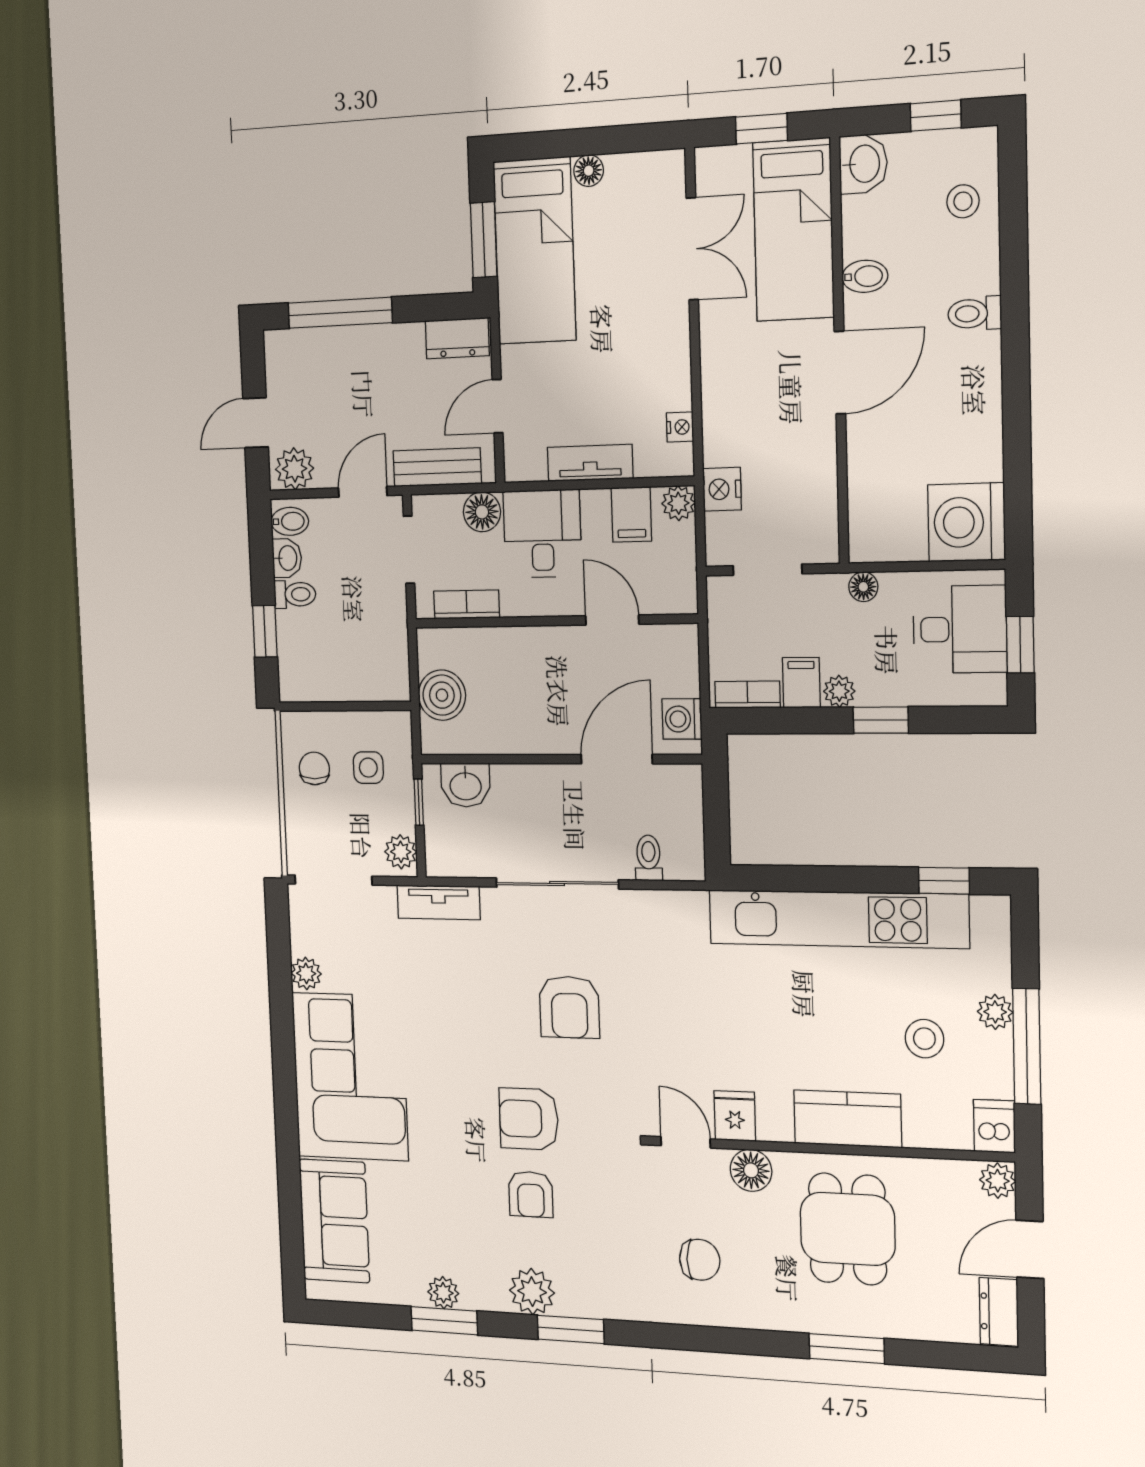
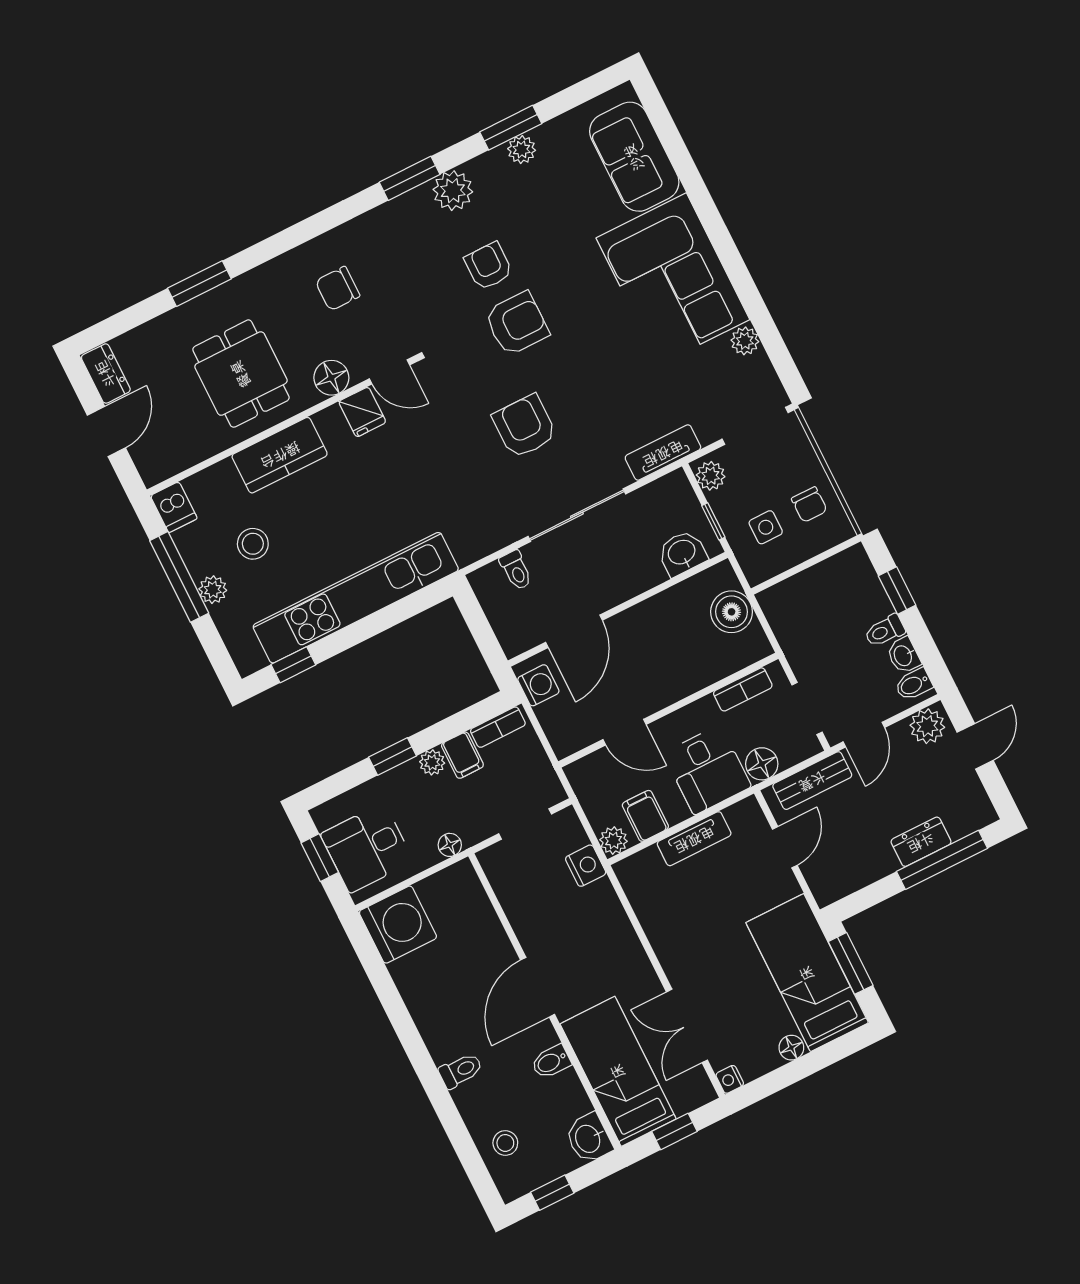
dresser: (457, 338) -> (921, 842), moved
nightstand: (680, 427) -> (730, 1079), moved
plant: (998, 1181) -> (153, 469), removed

